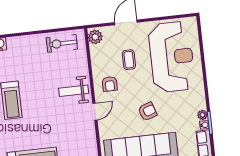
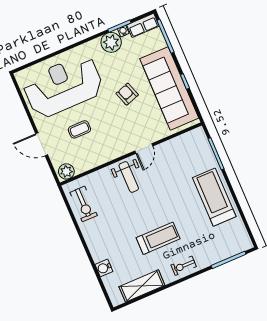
armchair: (110, 84) -> (110, 142), removed
door: (95, 112) -> (144, 148), swing flipped
plant: (202, 115) -> (111, 42), width x1.87, depth x1.87

